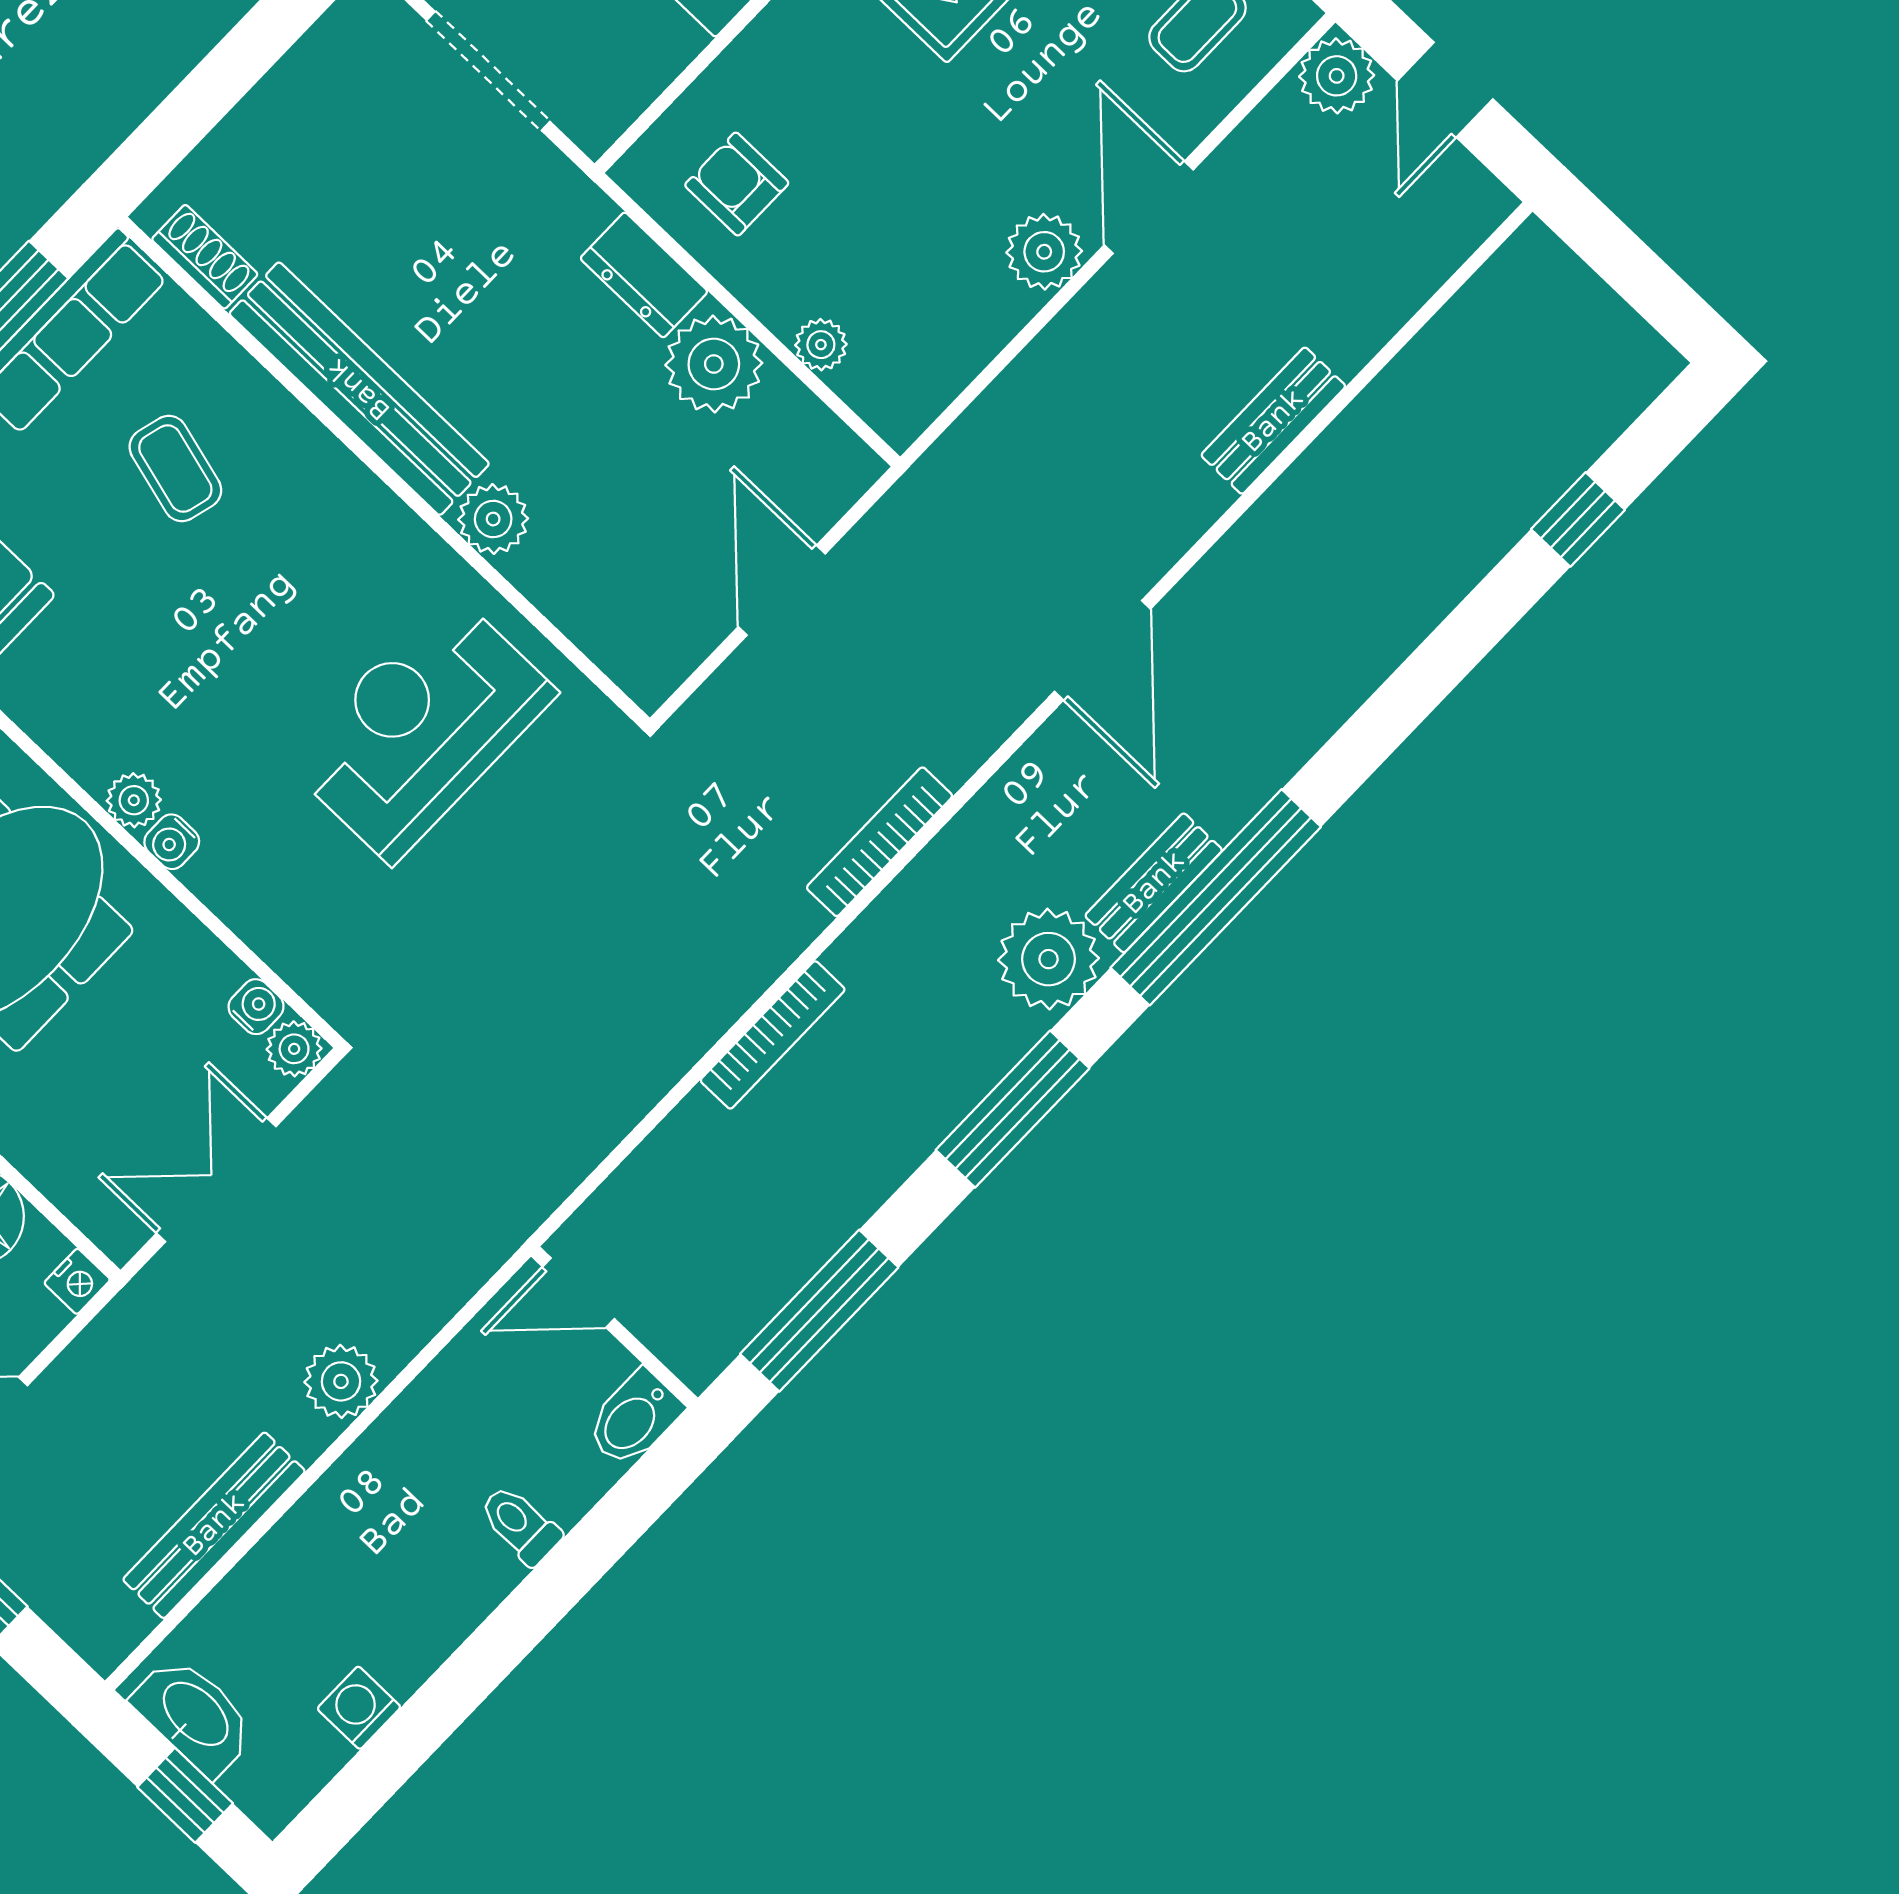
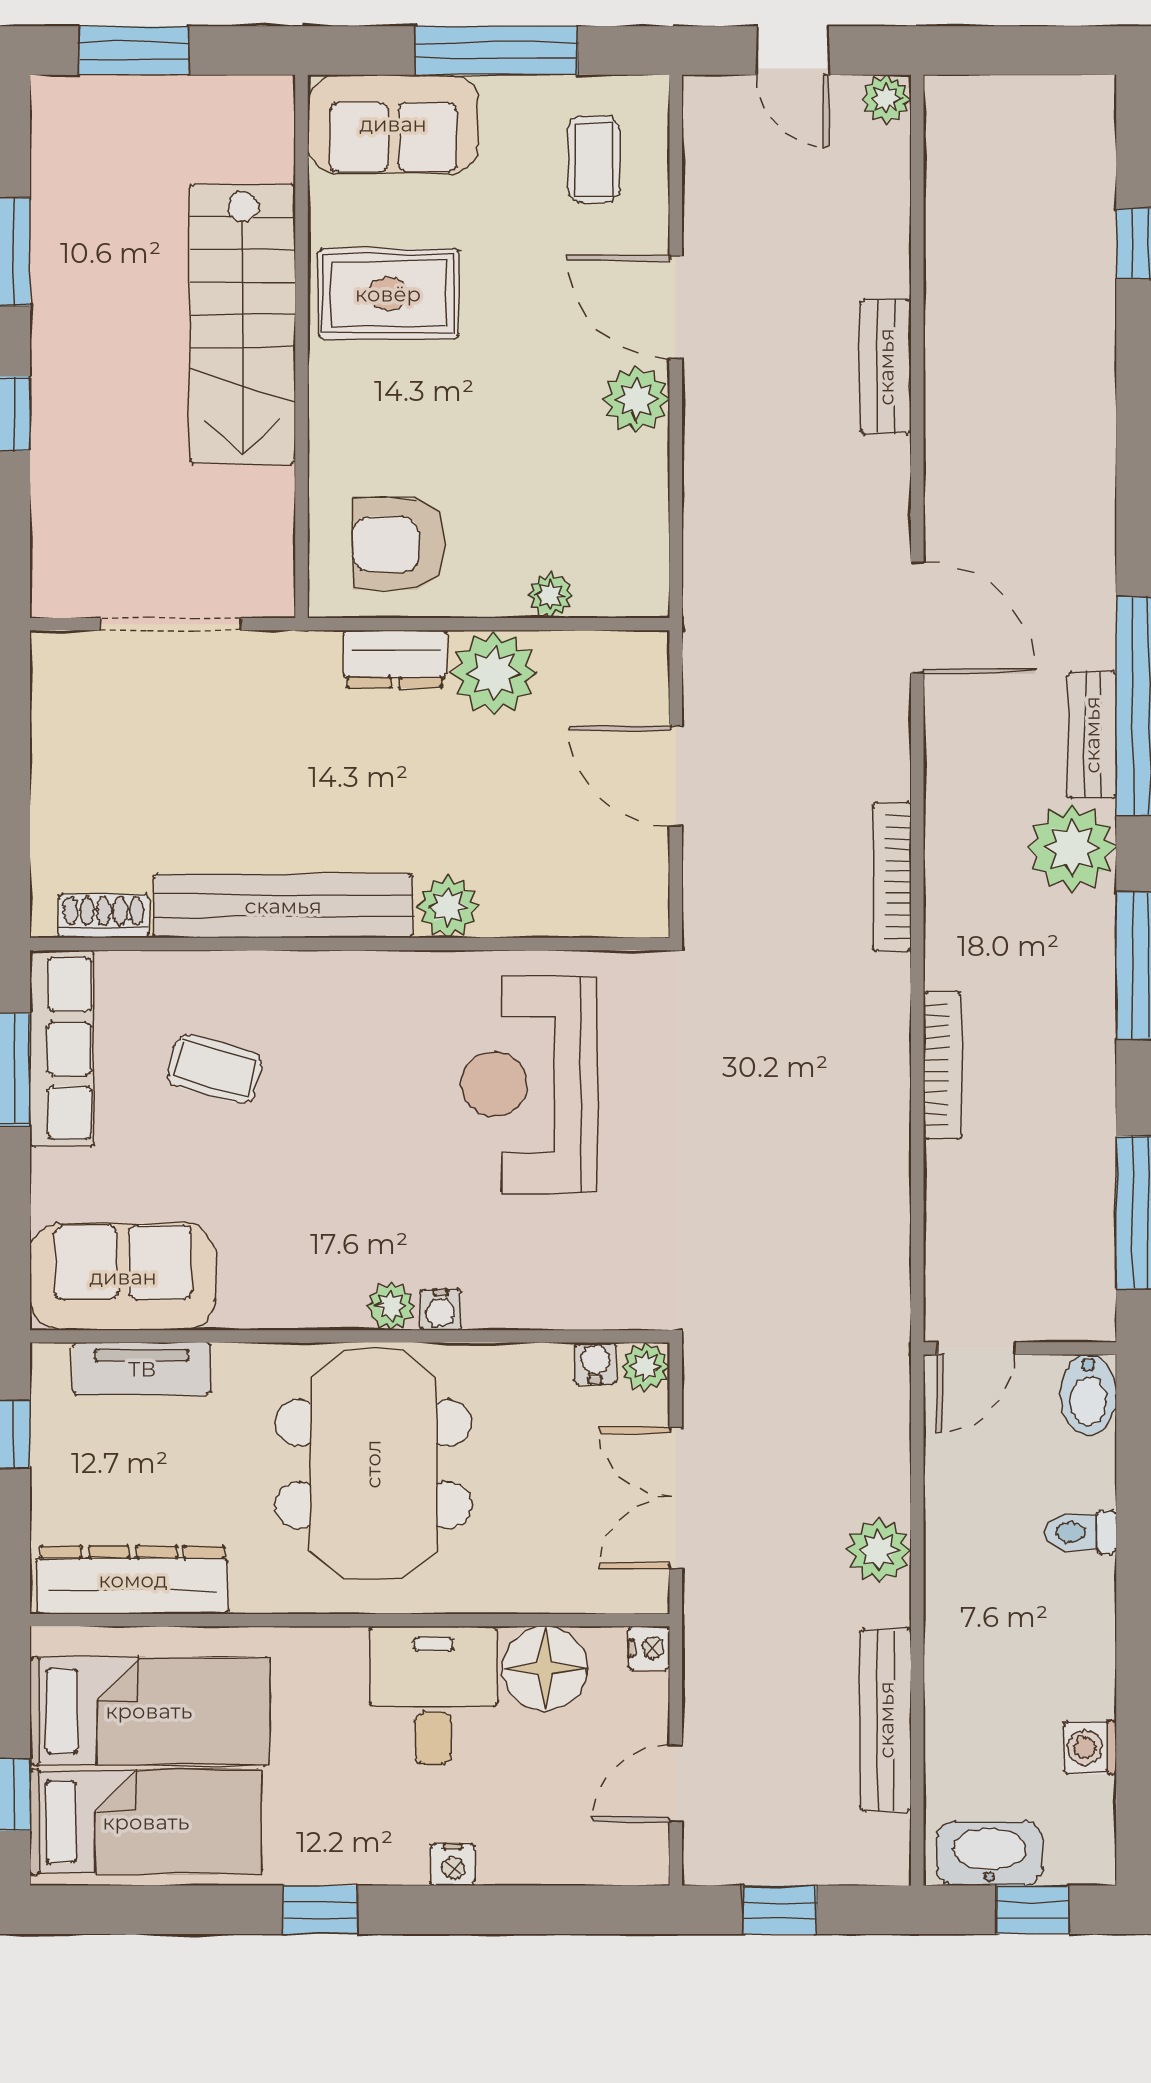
plant: (1337, 76) -> (886, 99), moved, width x0.73, depth x0.73
armchair: (737, 184) -> (399, 544), width x1.38, depth x1.38

